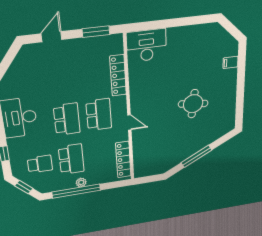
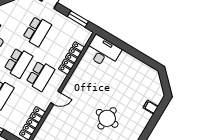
school desk: (62, 76) -> (37, 31), added
door: (129, 122) -> (56, 98), hinge flipped

